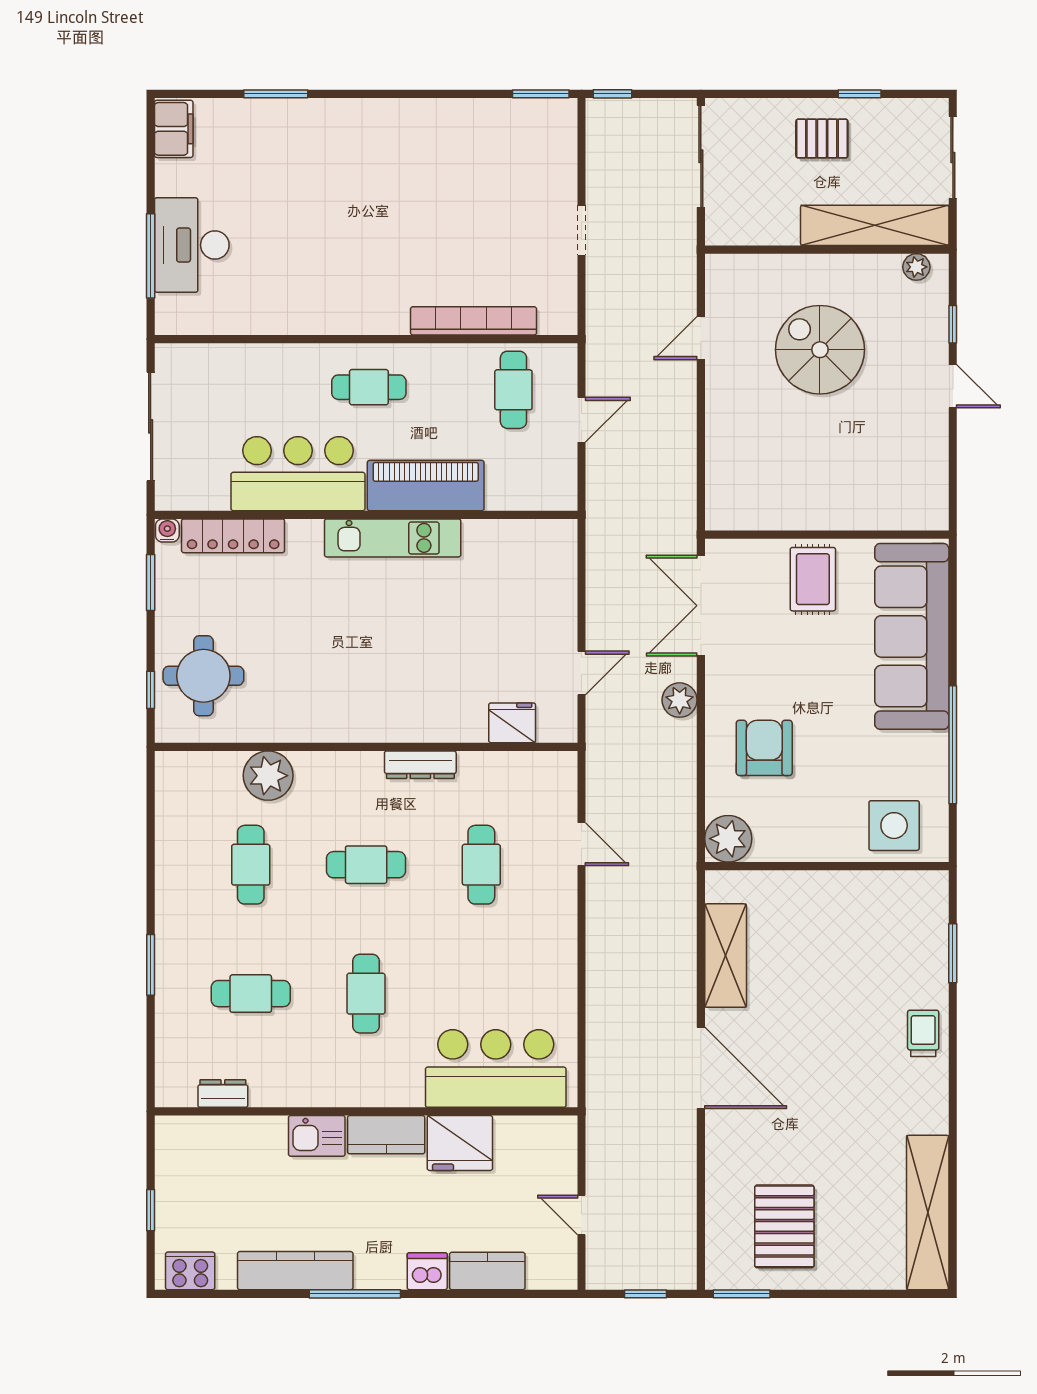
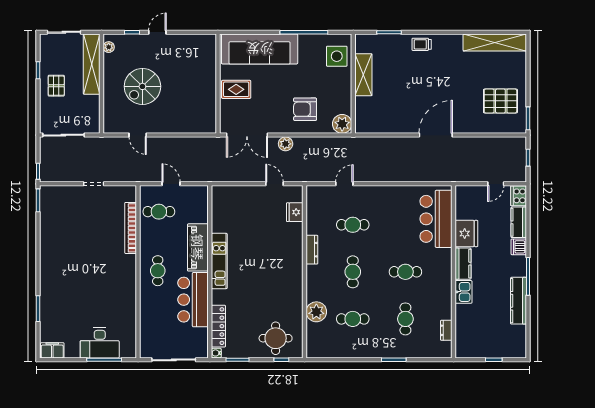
shelving: (726, 956) -> (363, 75), moved, turned 90
cooker: (190, 1271) -> (519, 196), moved

